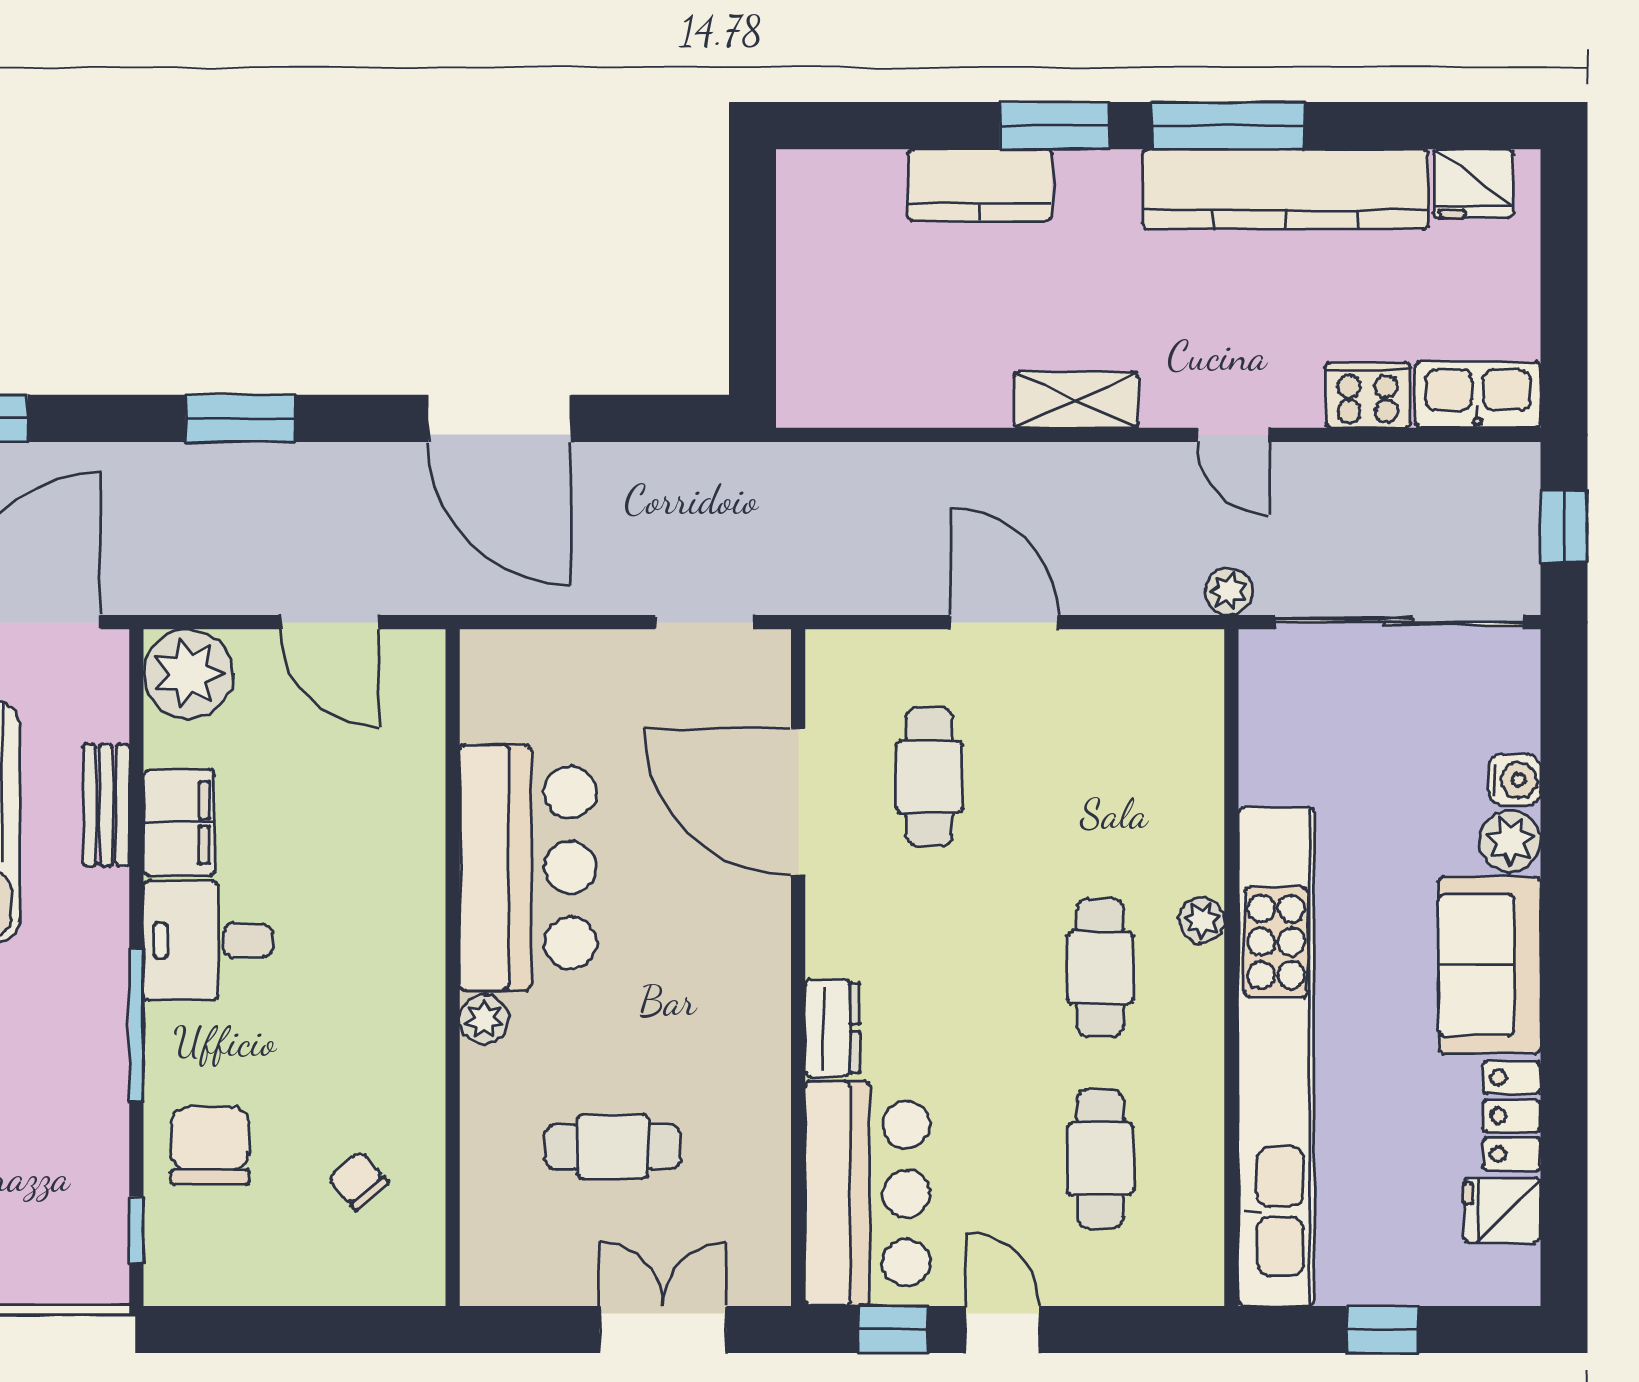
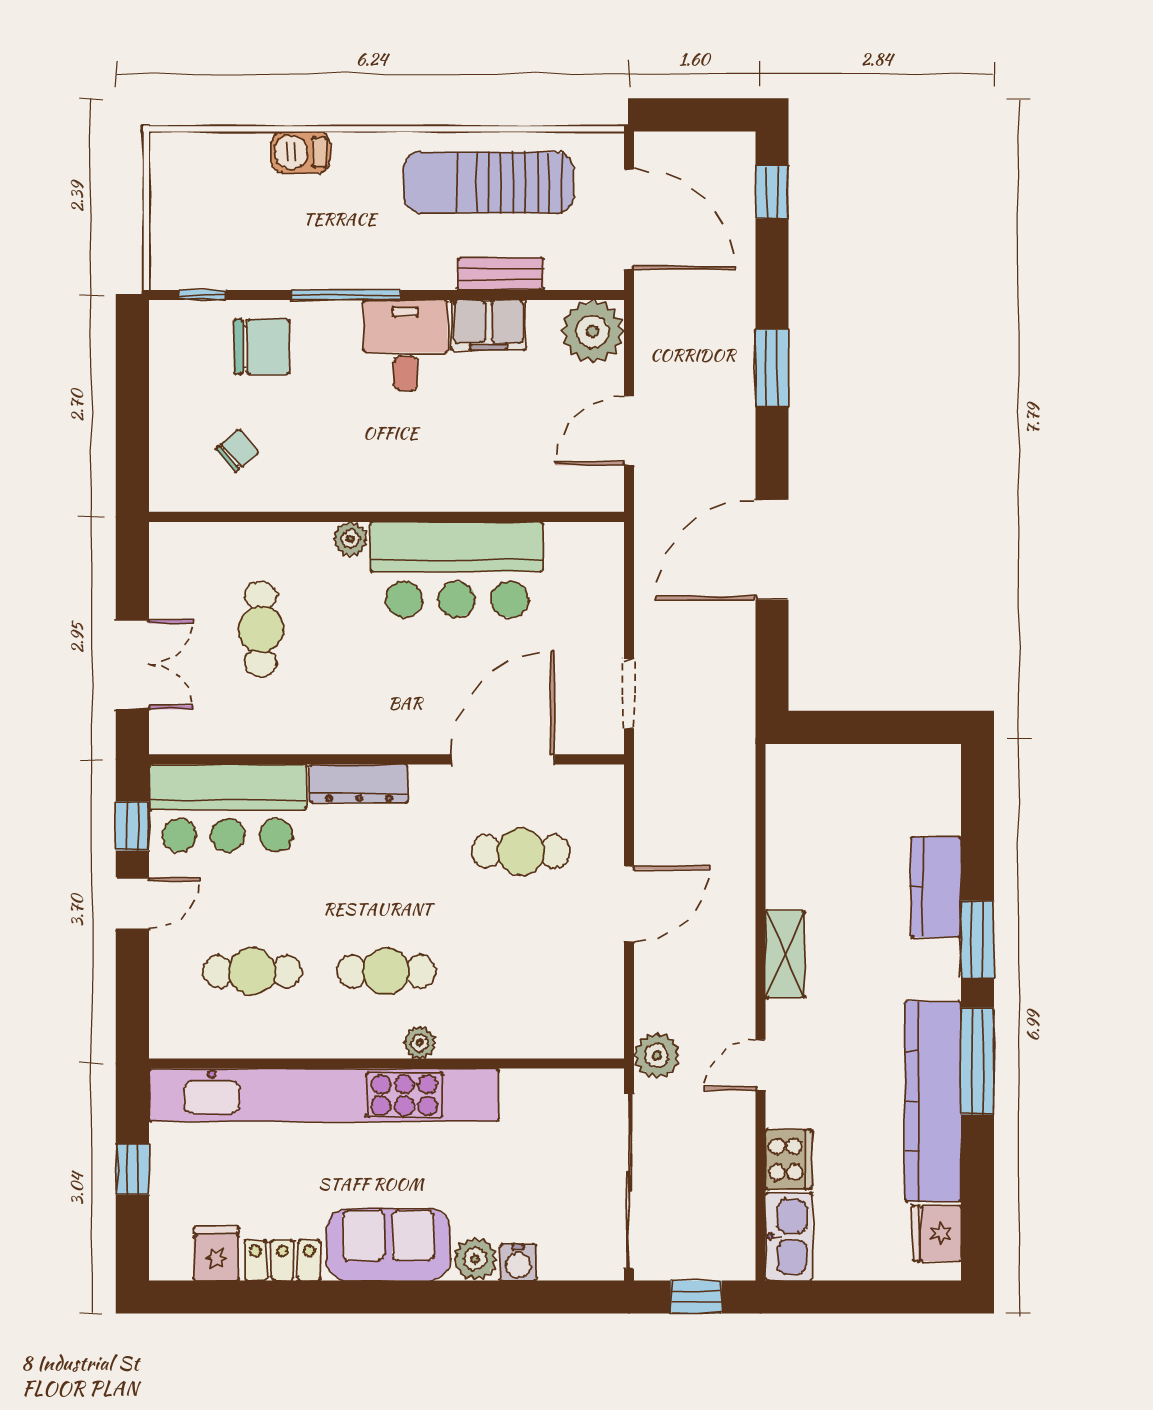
plant: (1229, 592) -> (657, 1055), width x1.38, depth x1.38
dresser: (832, 1028) -> (359, 784), width x1.44

